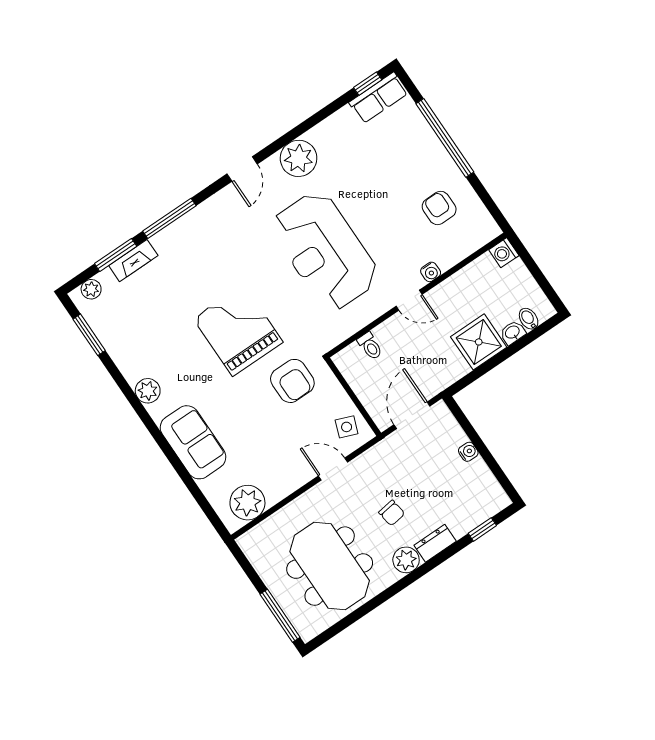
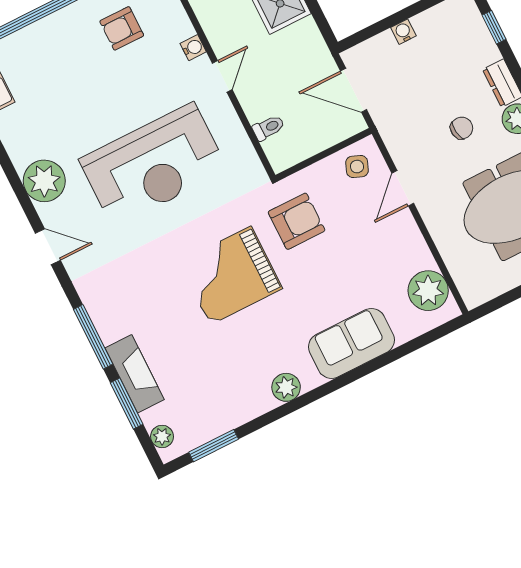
fireplace: (133, 261) -> (135, 374), width x1.37, depth x1.32

